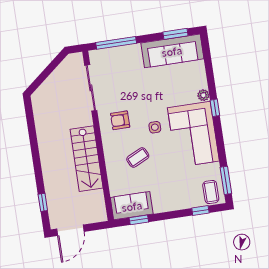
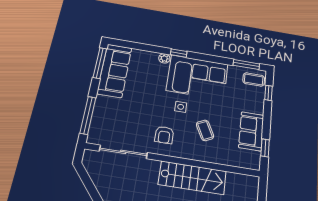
window: (175, 34) -> (100, 63), width x1.44
sofa: (132, 206) -> (251, 131), moved

